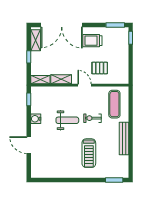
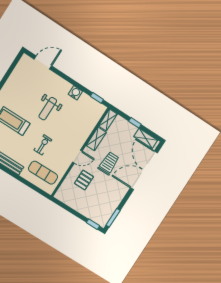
trolley: (92, 41) -> (109, 163), moved
weight bench: (67, 120) -> (48, 109), moved
door: (29, 145) -> (43, 63), moved

